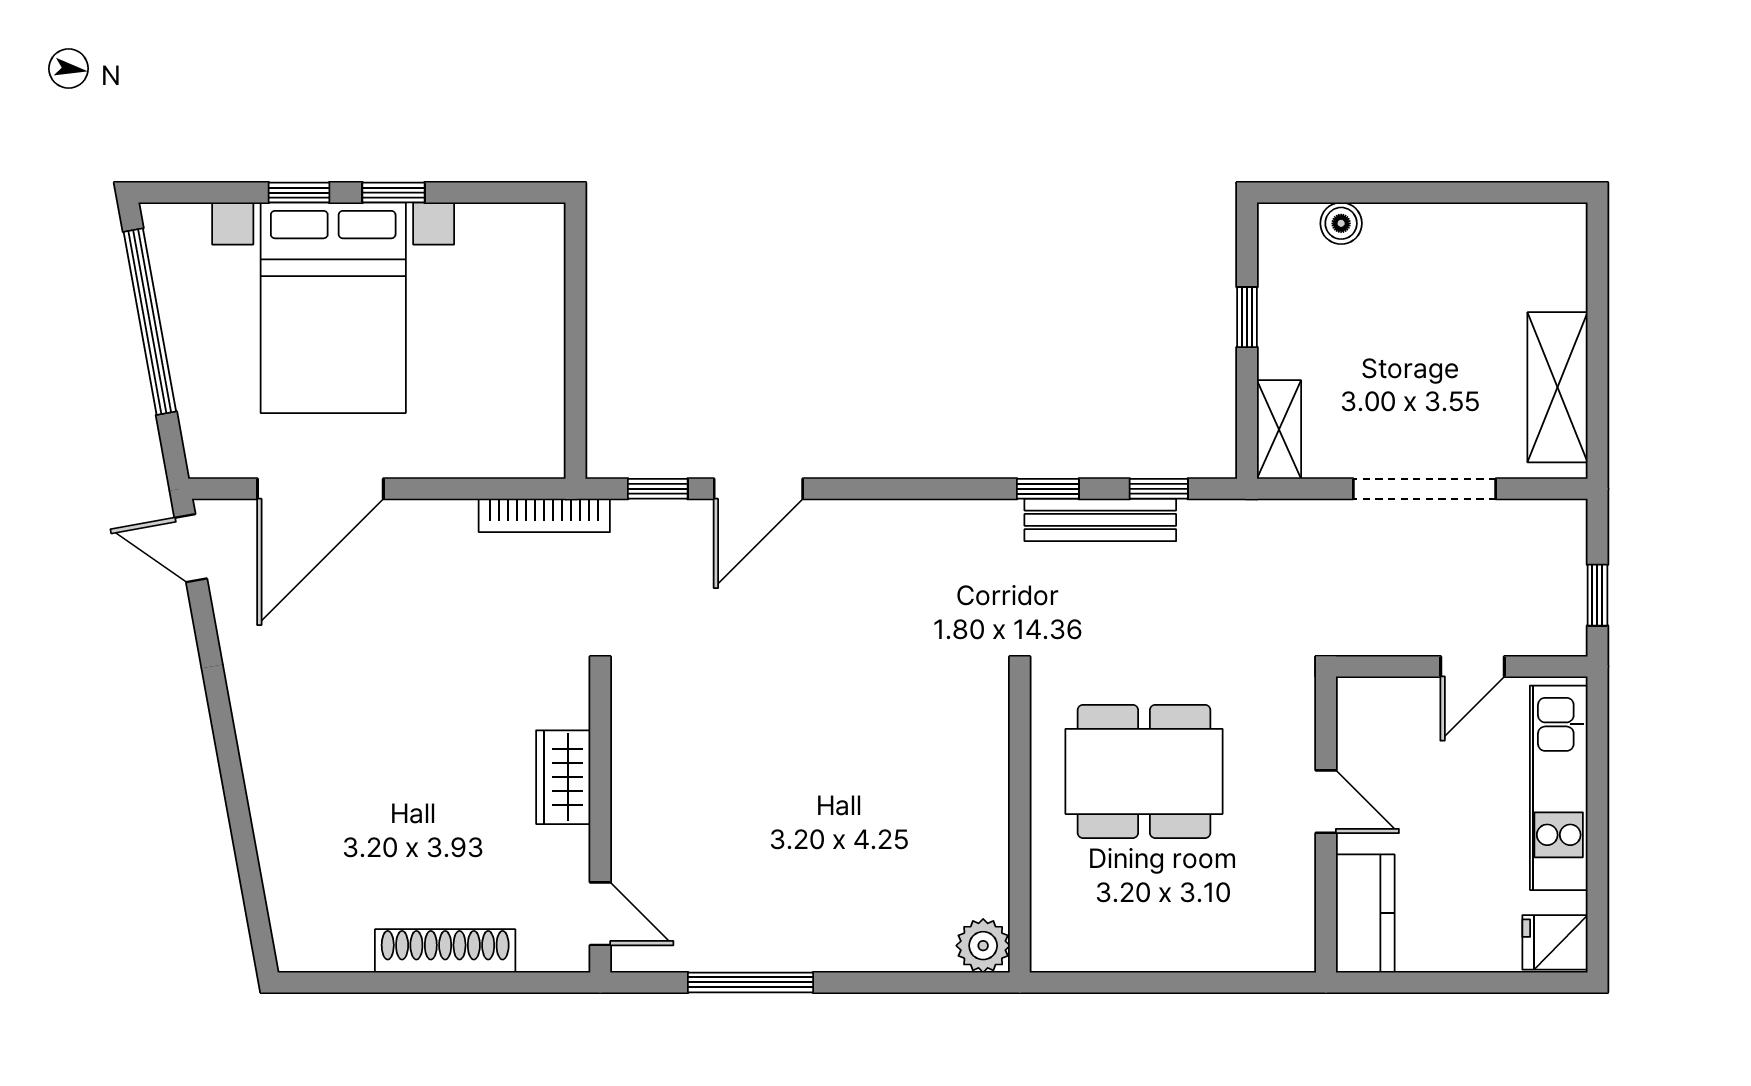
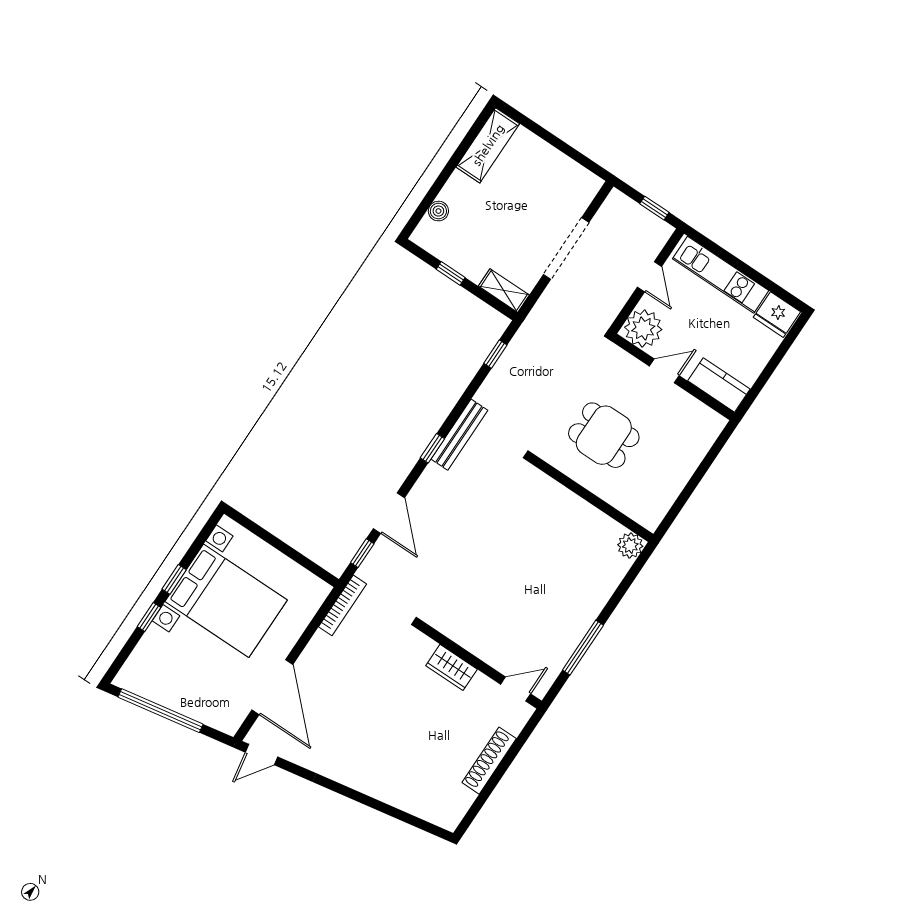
bed with nightstands: (333, 308) -> (226, 601), moved
shelving: (1557, 387) -> (488, 145), moved, turned 90
window: (1048, 489) -> (432, 448), moved
bench: (1100, 520) -> (459, 435), moved
plant: (1375, 716) -> (643, 328), added
dining table: (1144, 771) -> (604, 435), width x0.73
fridge: (1555, 942) -> (777, 315), width x1.38

